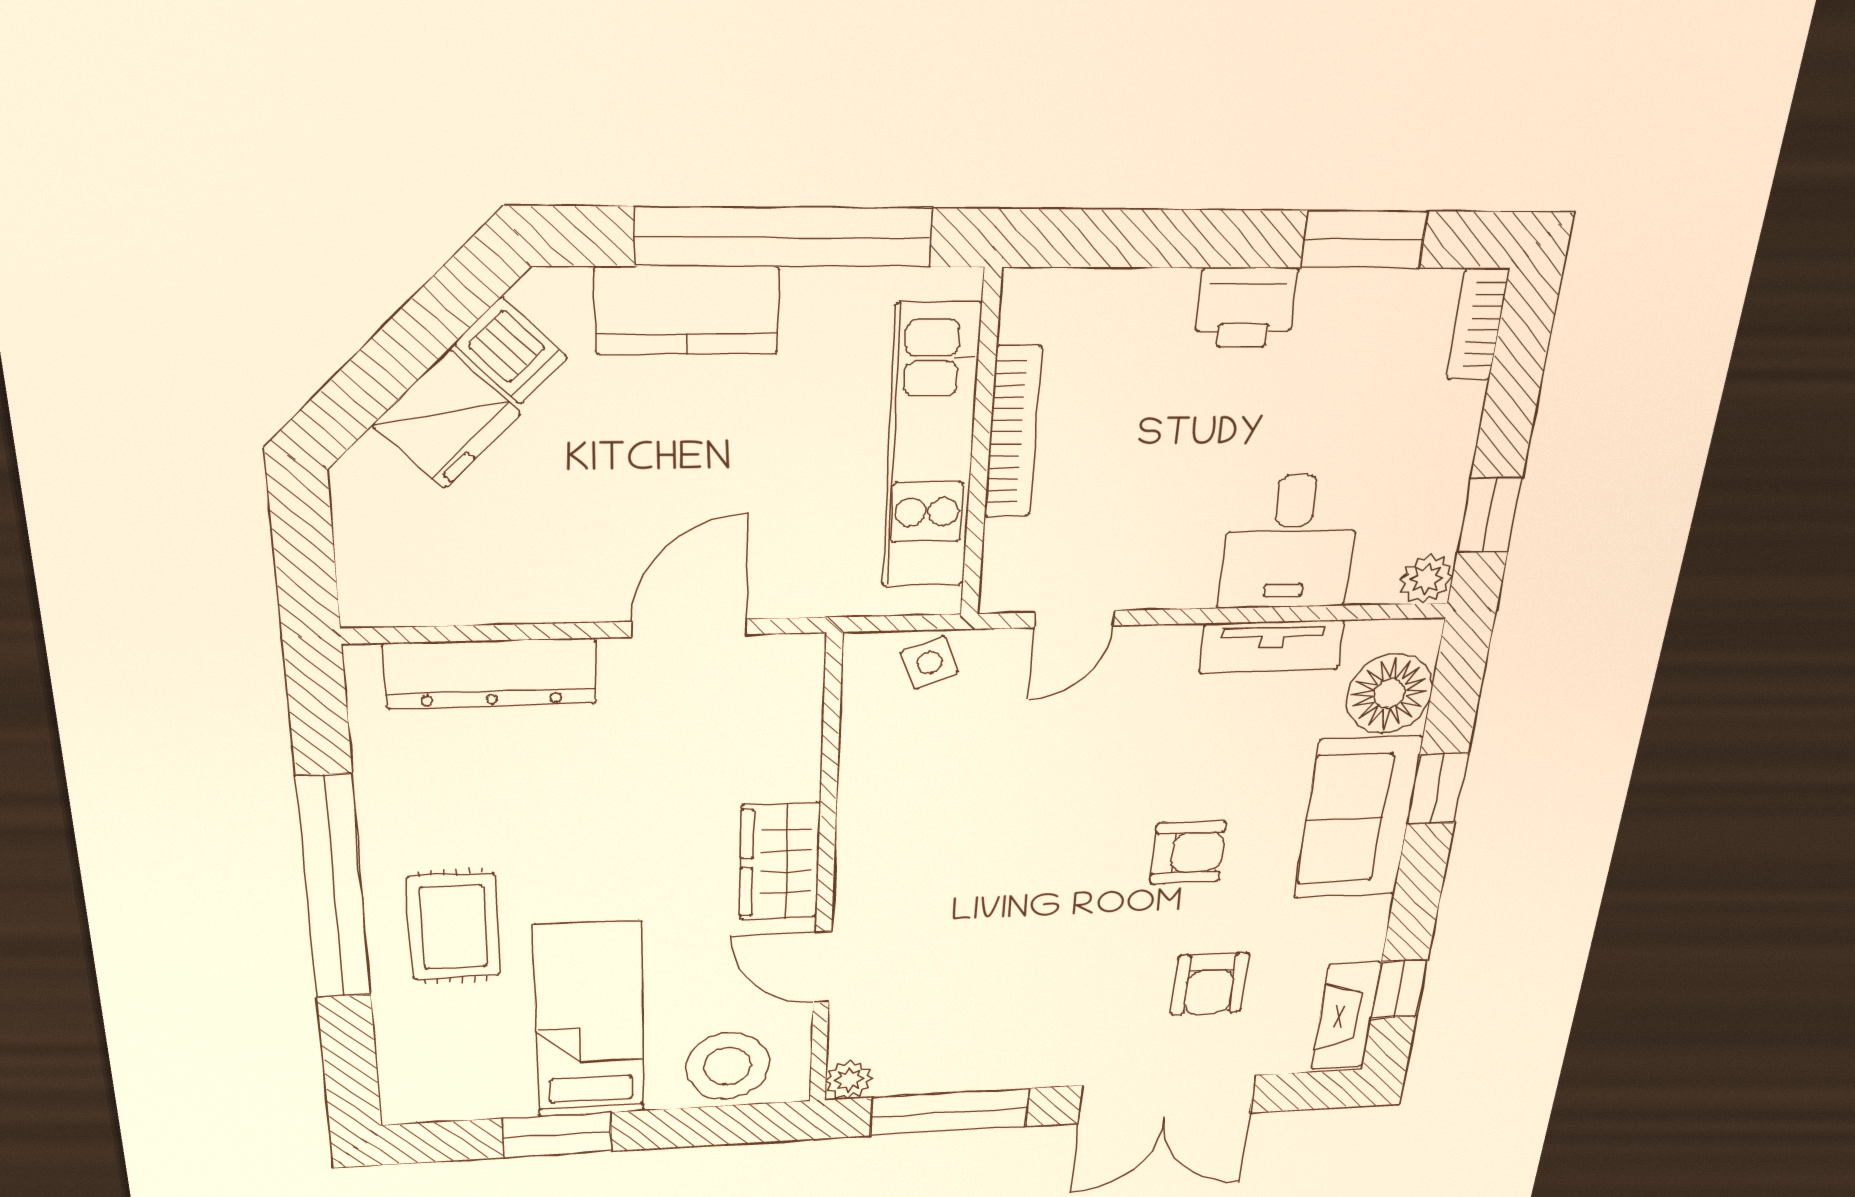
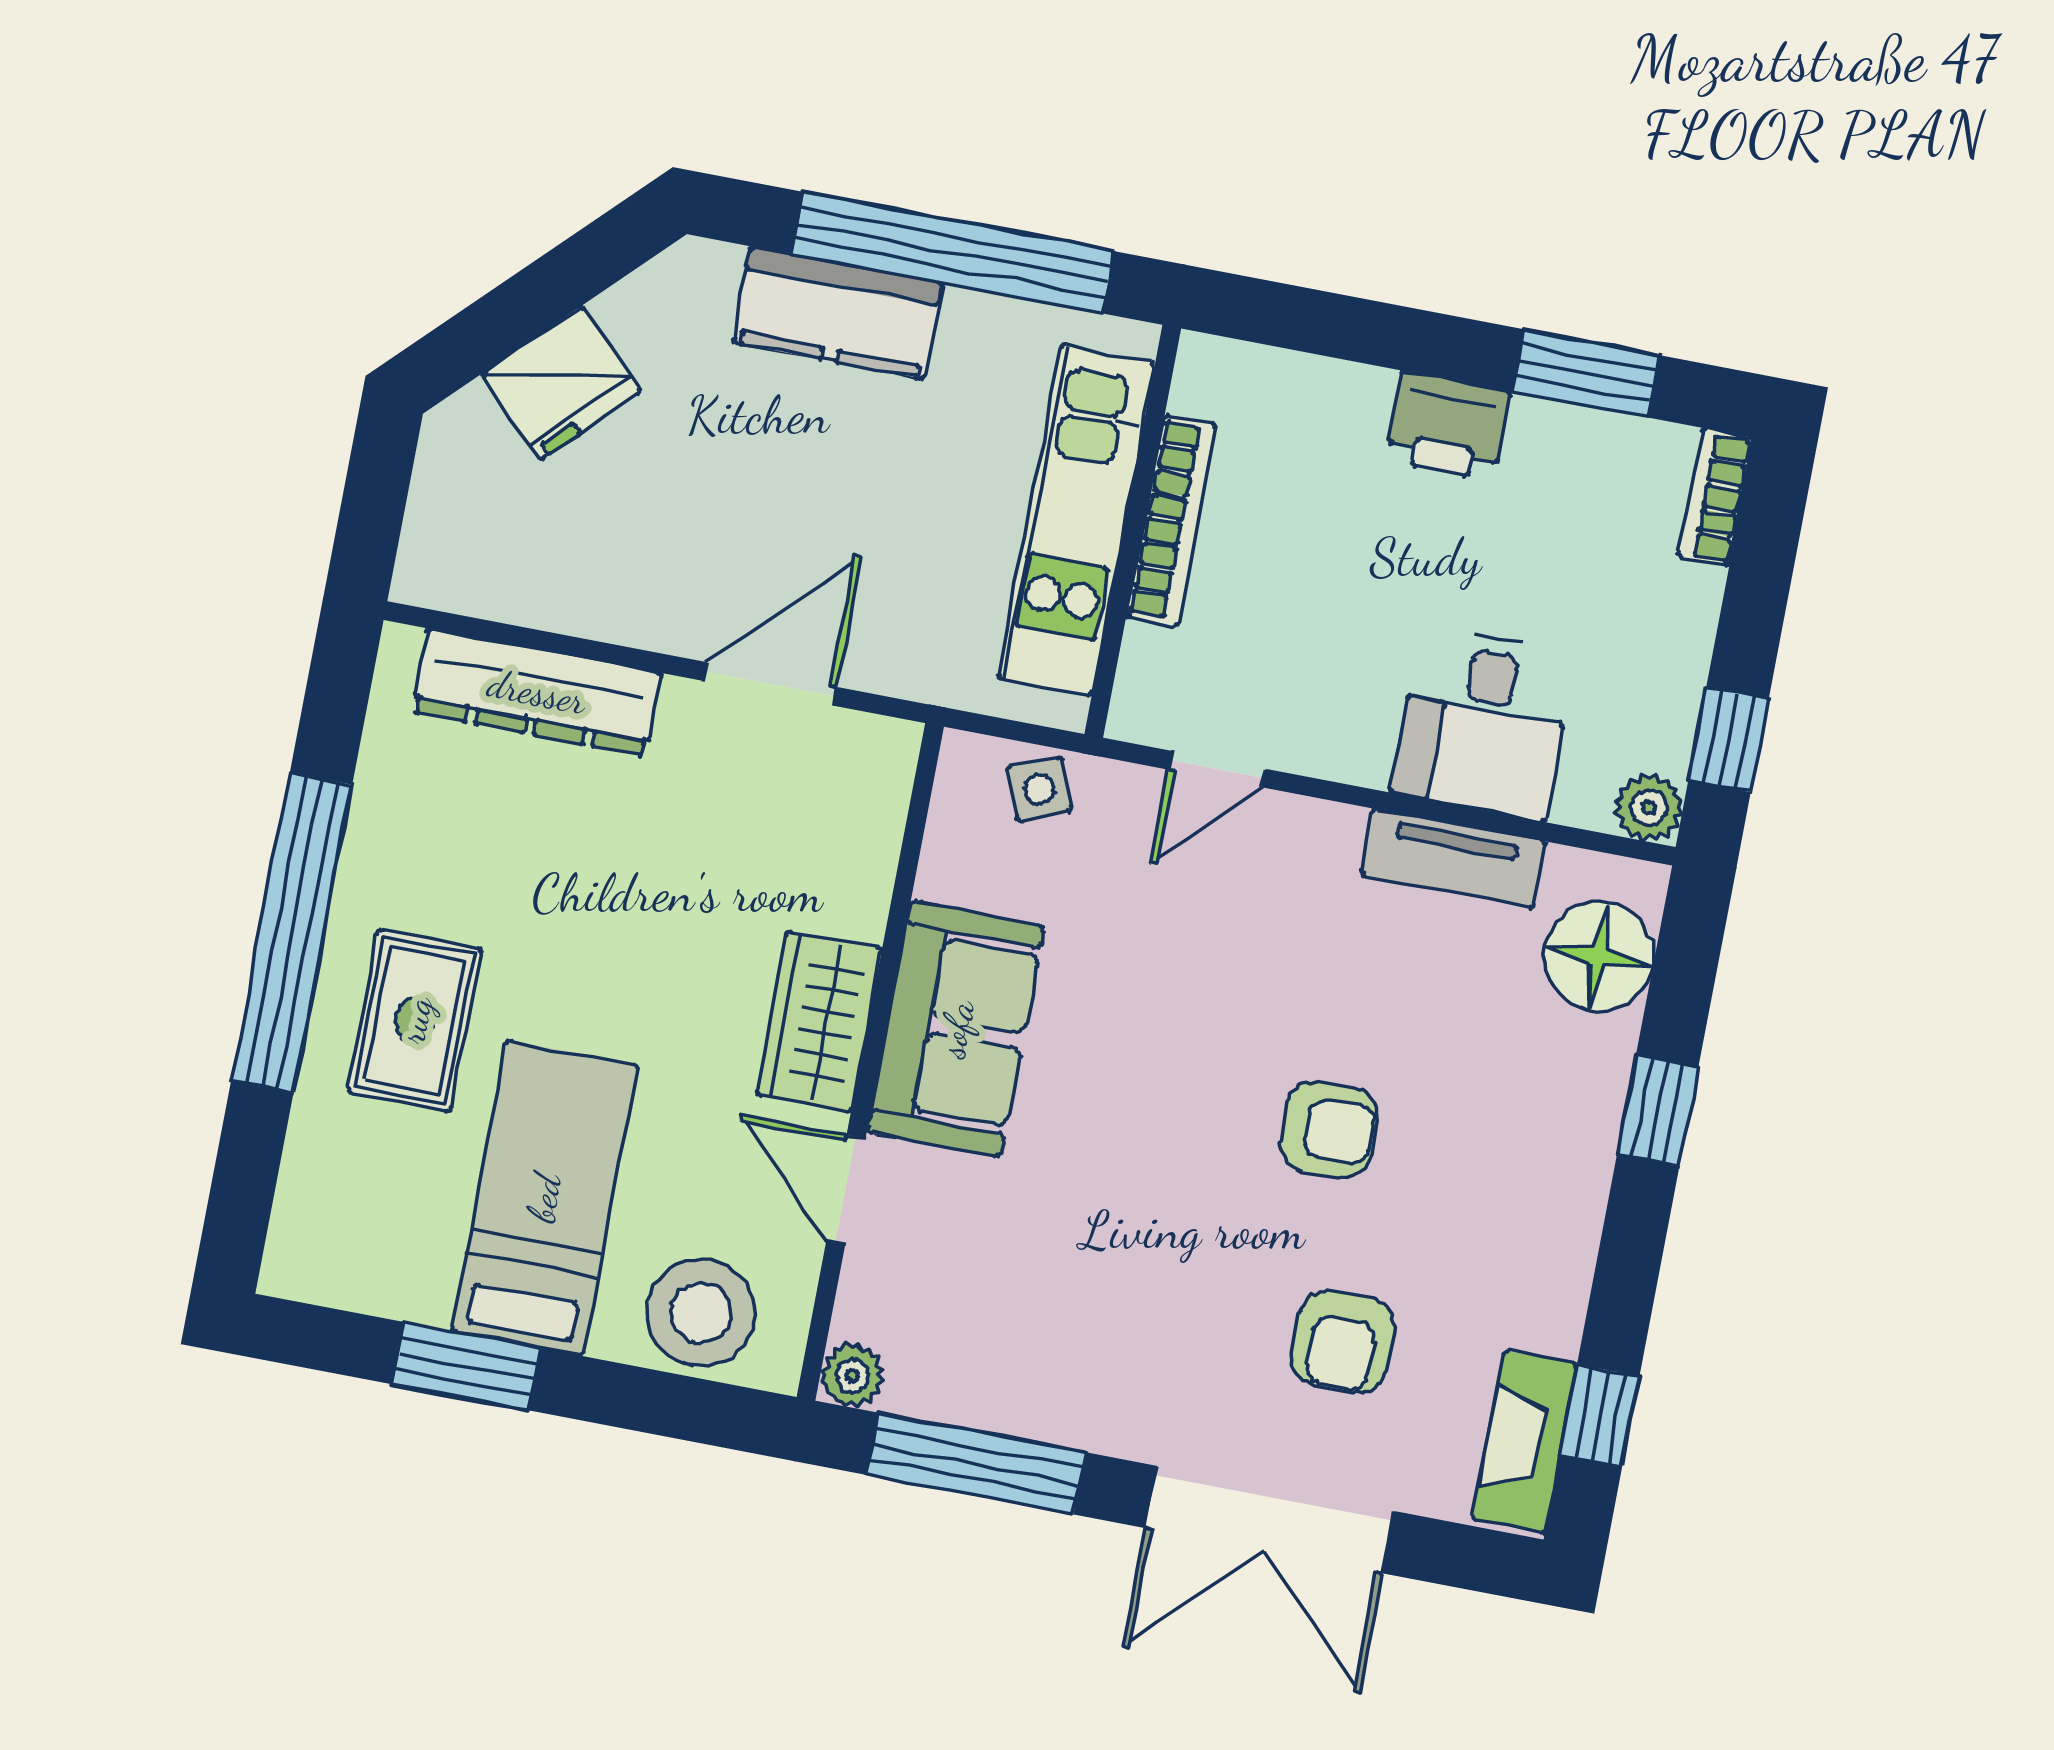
dishwasher: (511, 351) -> (646, 321), removed
sofa: (1358, 818) -> (956, 1029), moved, turned 180

